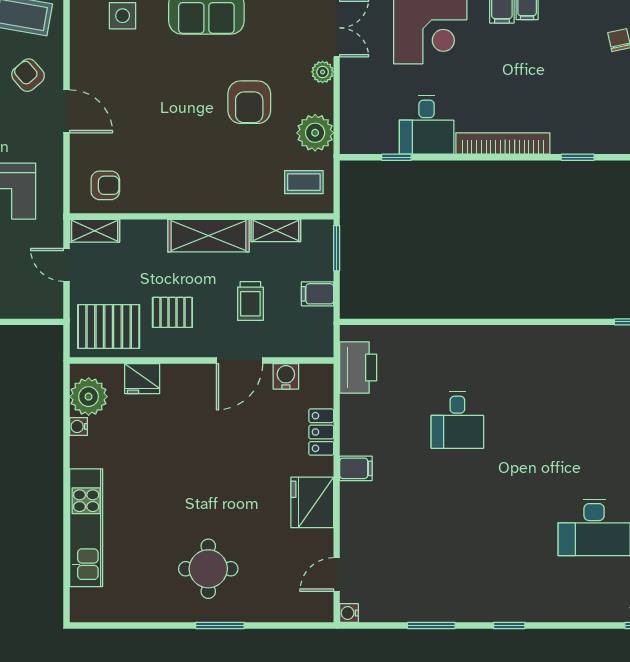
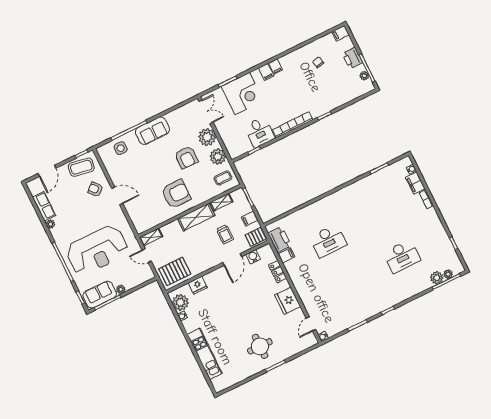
plant: (323, 72) -> (207, 137), width x1.88, depth x1.88
armchair: (105, 185) -> (176, 194), moved, width x1.88, depth x1.88
pallet: (172, 312) -> (256, 237), moved
desk: (457, 420) -> (328, 241), width x1.37
filing cabinet: (356, 468) -> (286, 255), moved

